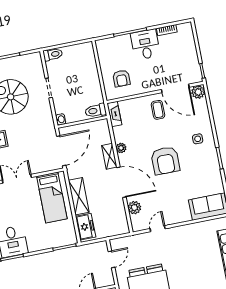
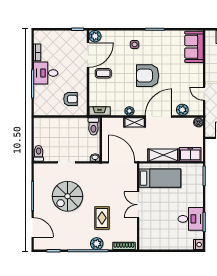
armchair: (165, 161) -> (148, 76), turned 180
boiler: (124, 229) -> (198, 122), added

